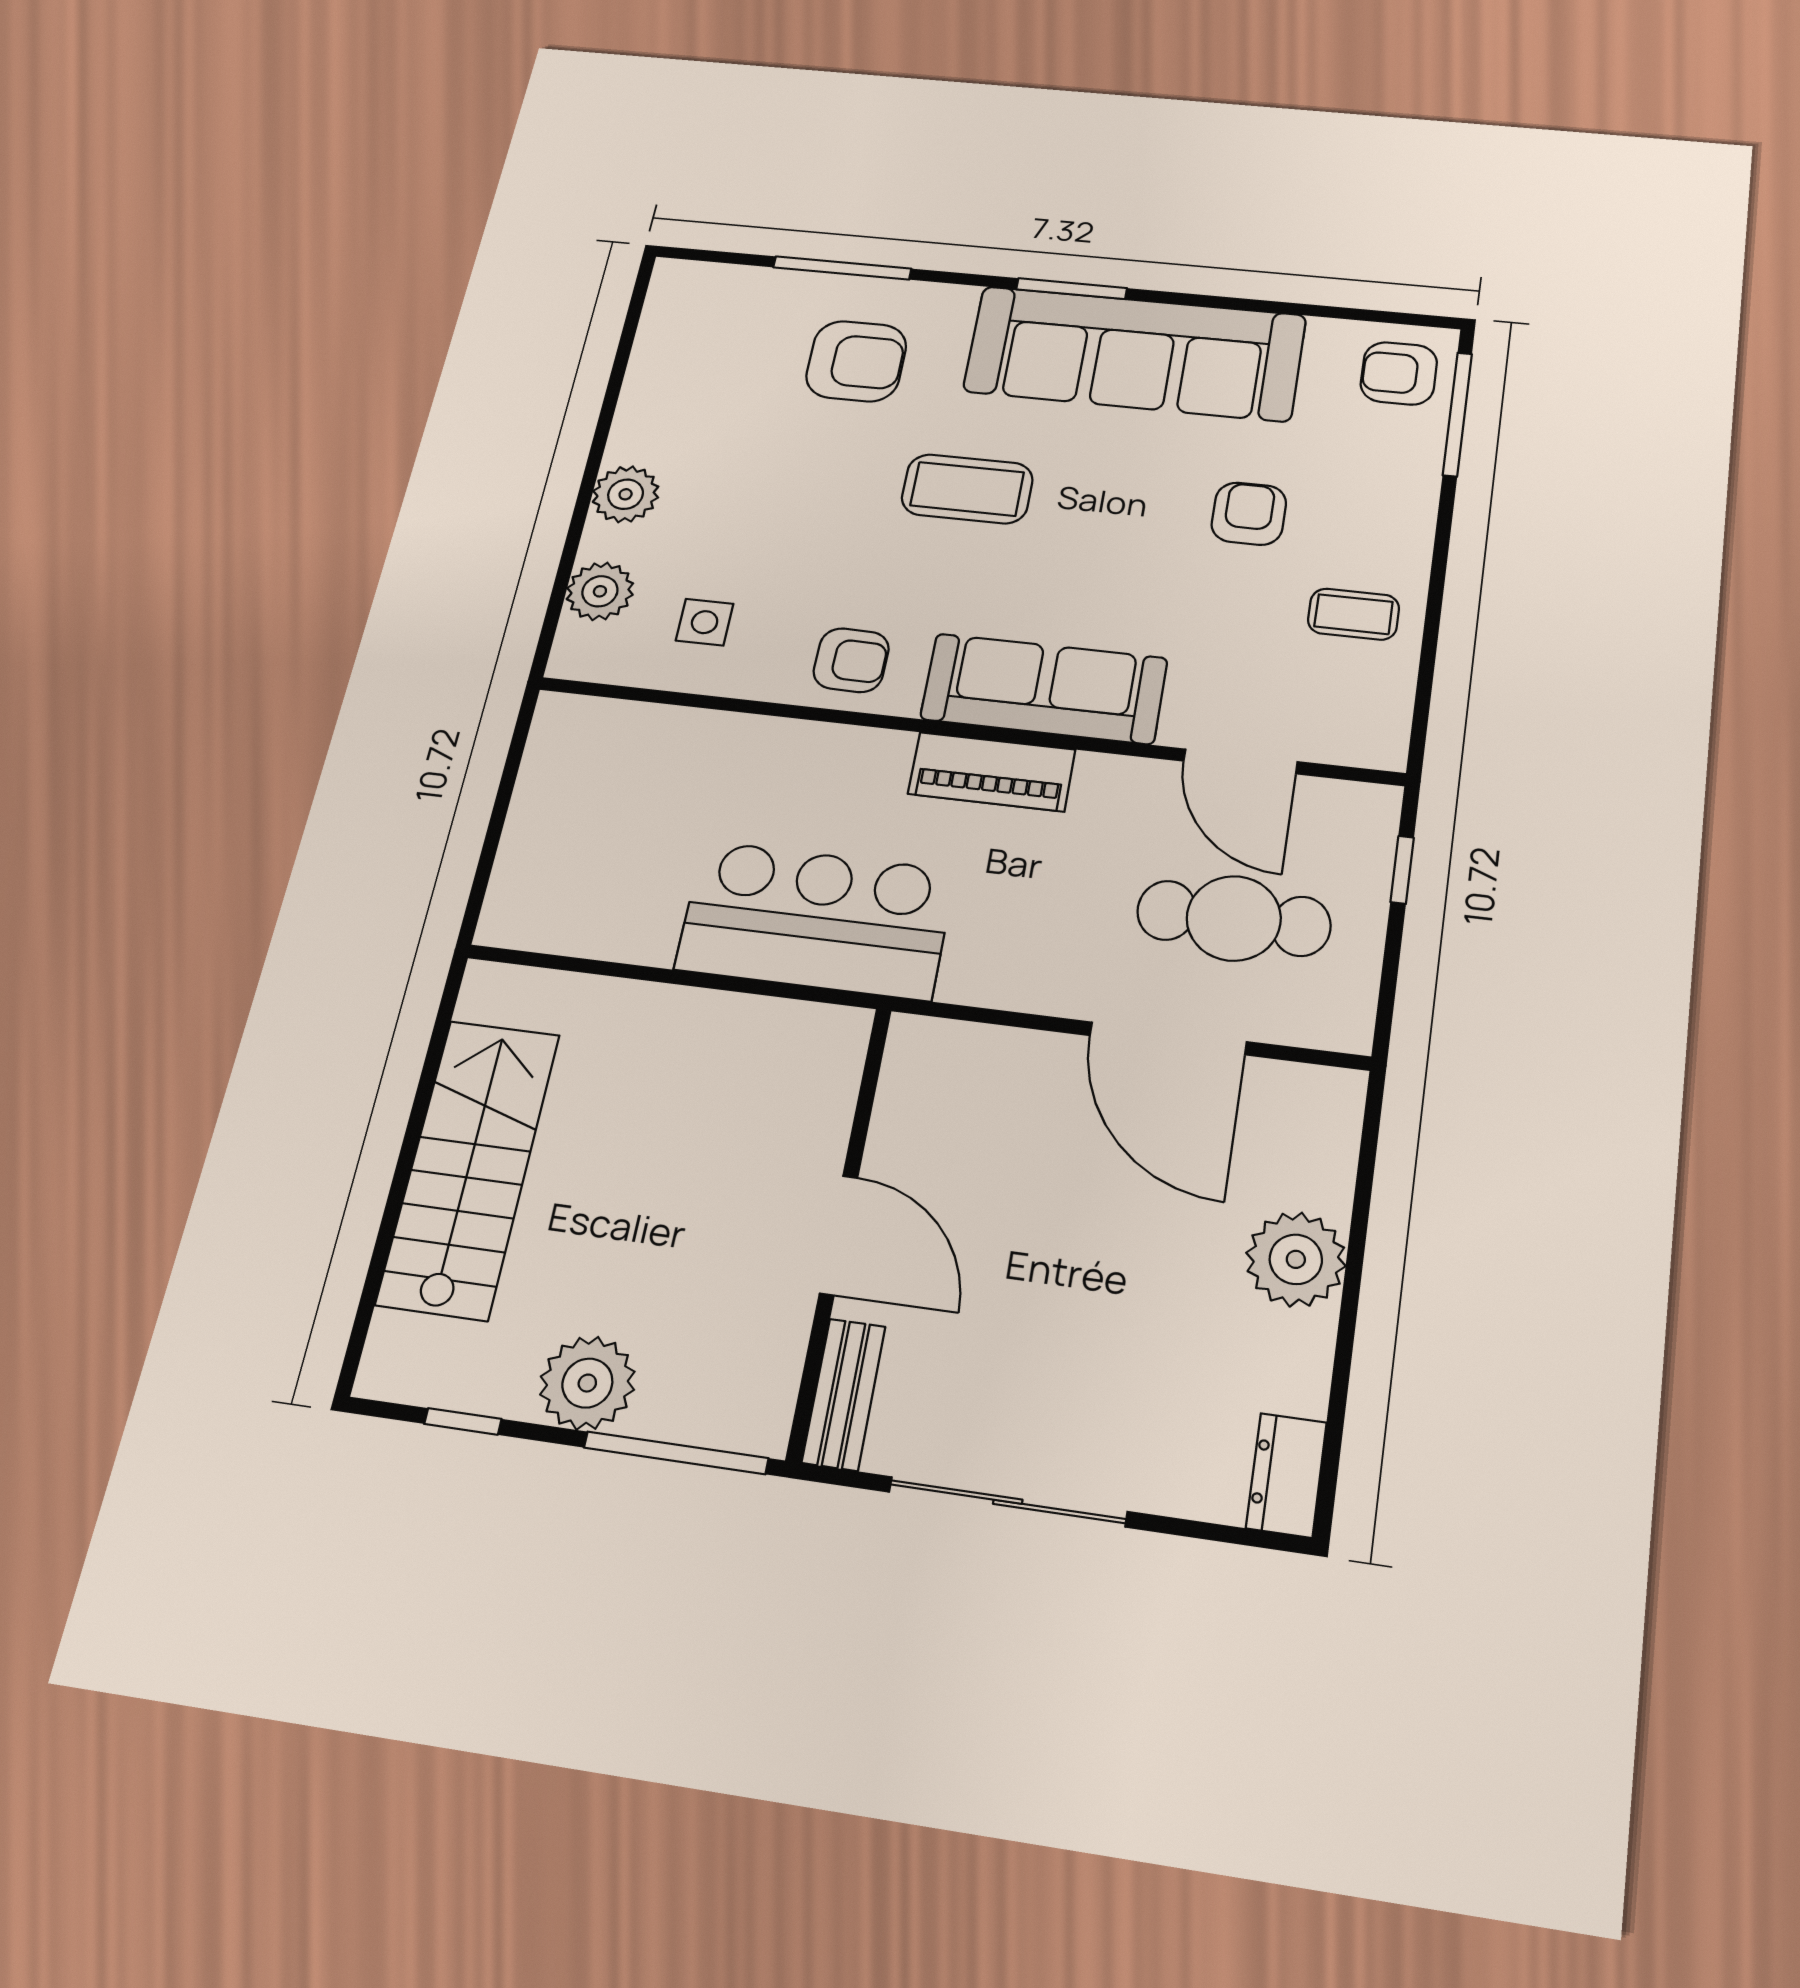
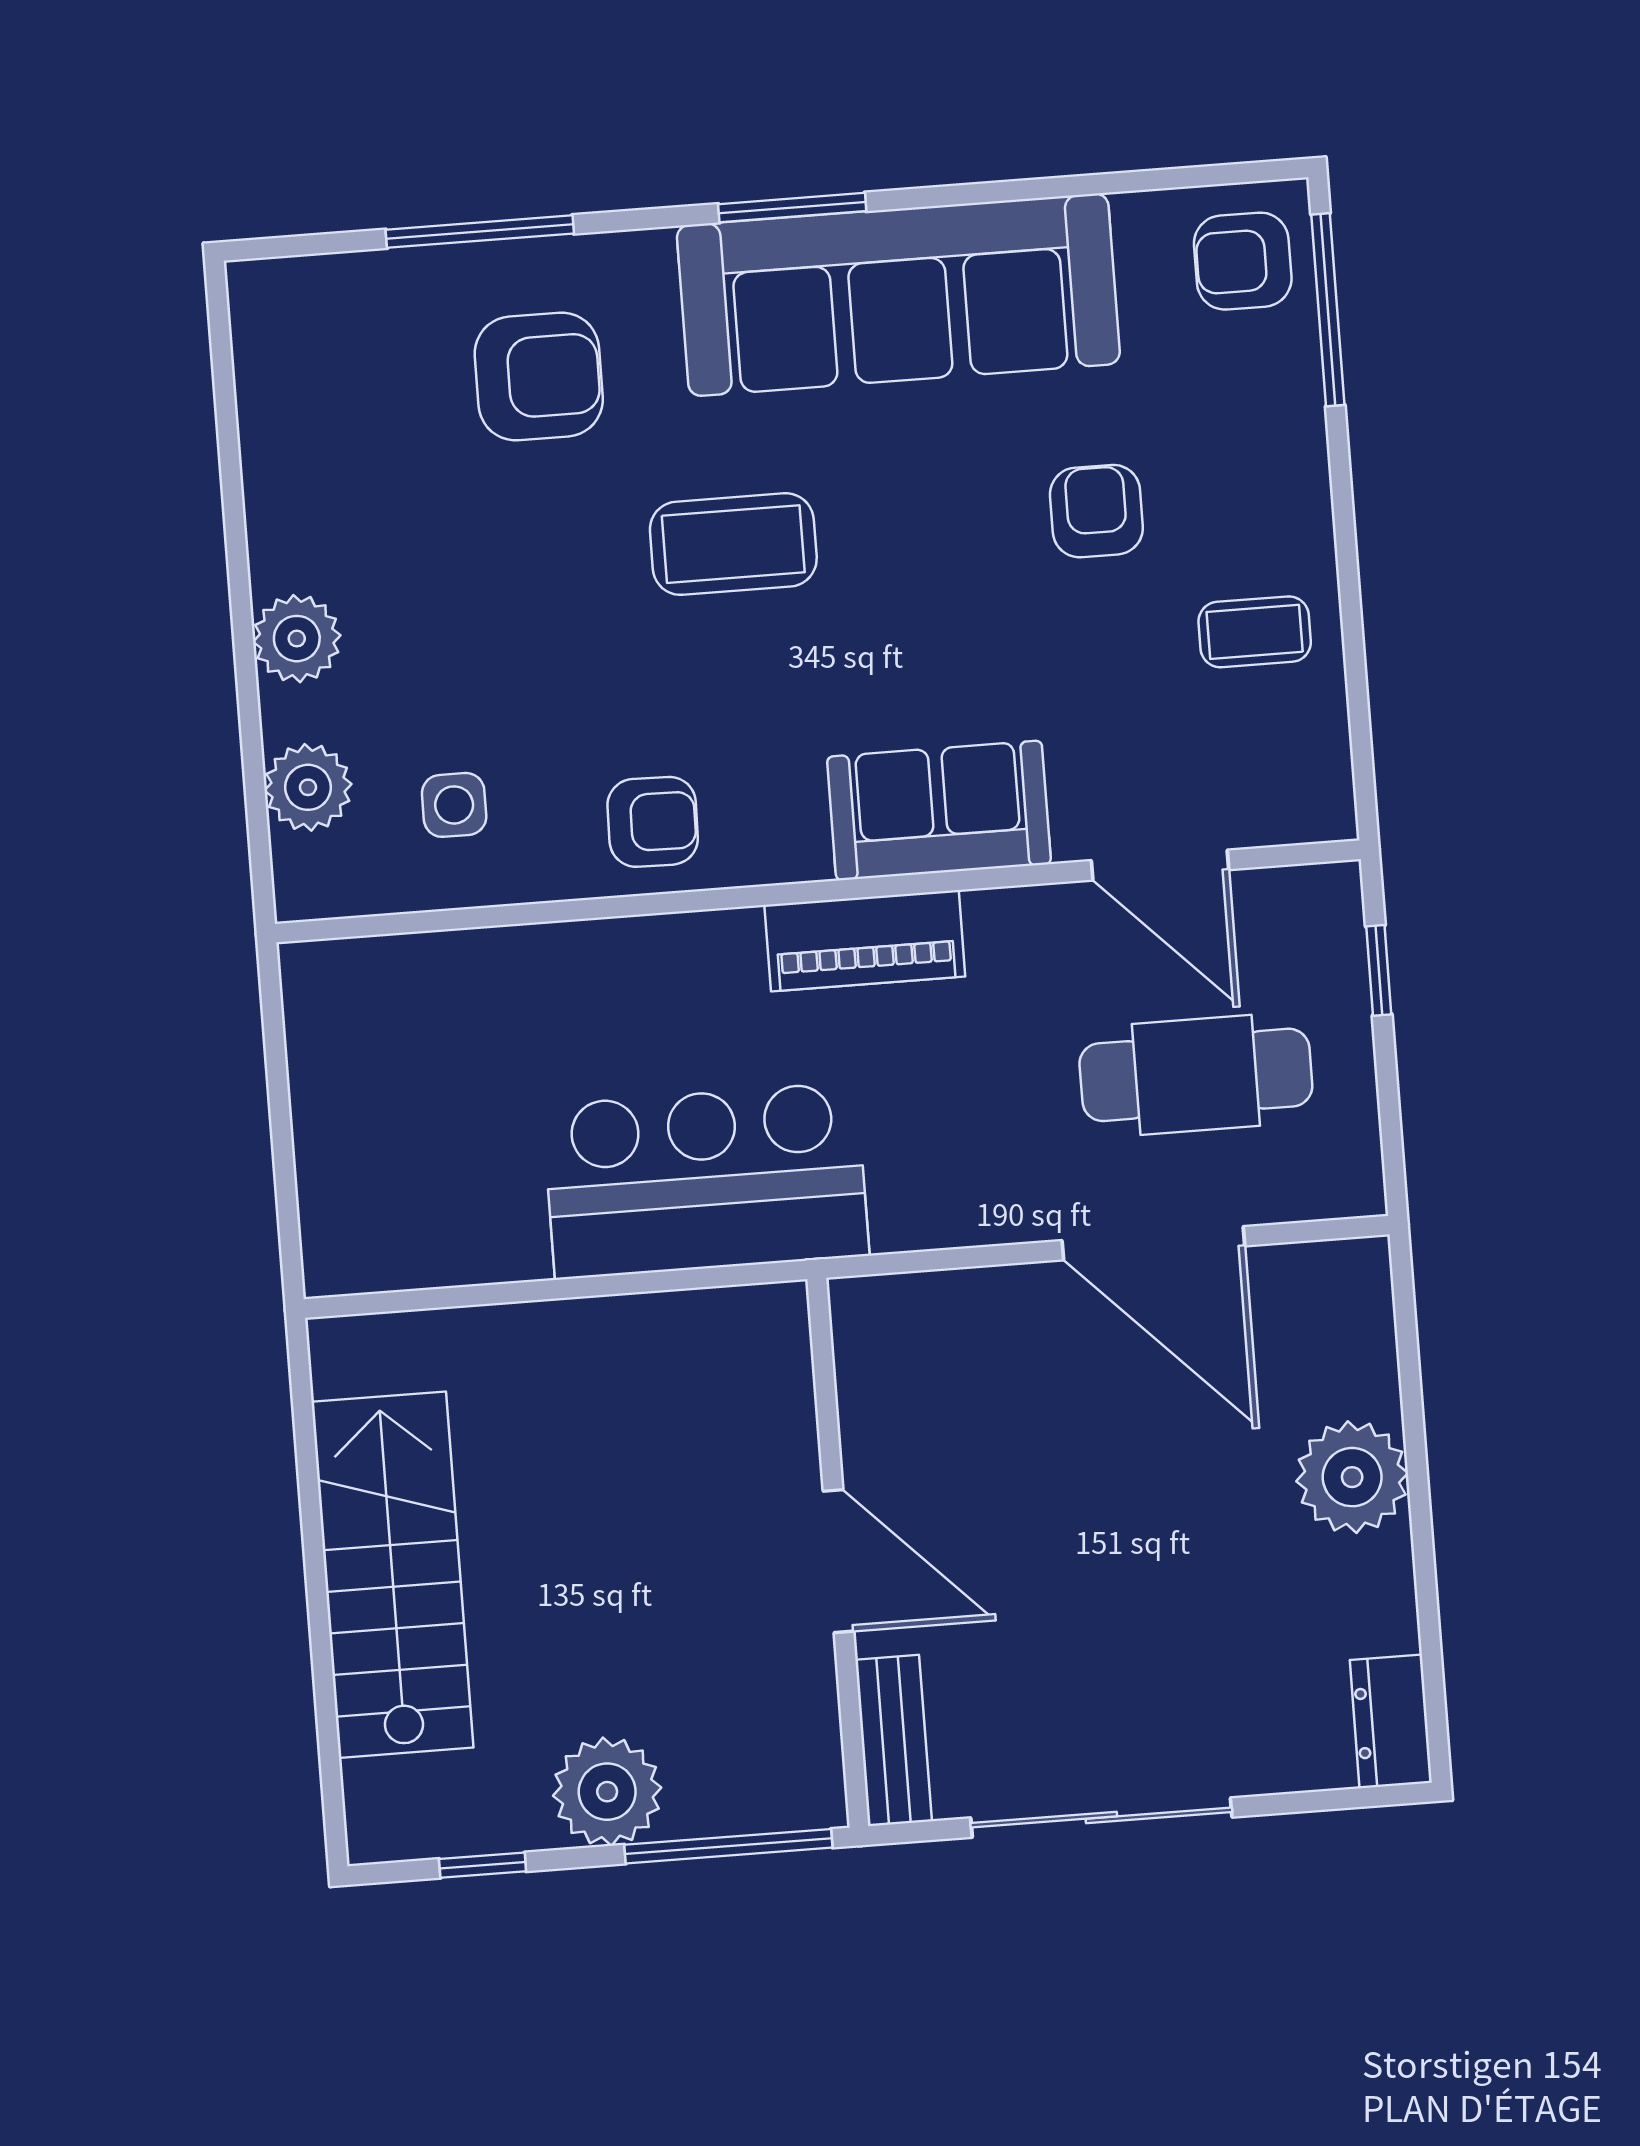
sofa: (1044, 689) -> (939, 810), width x0.73

